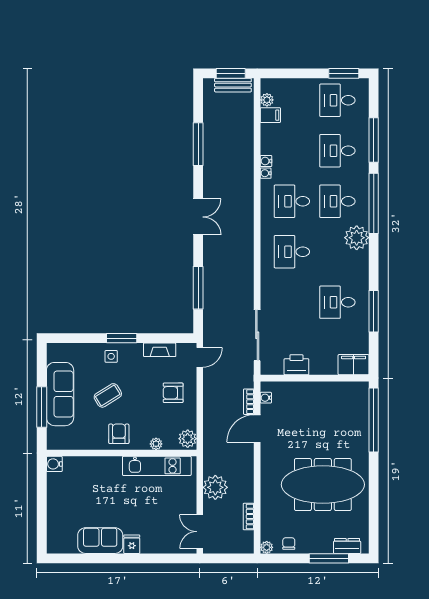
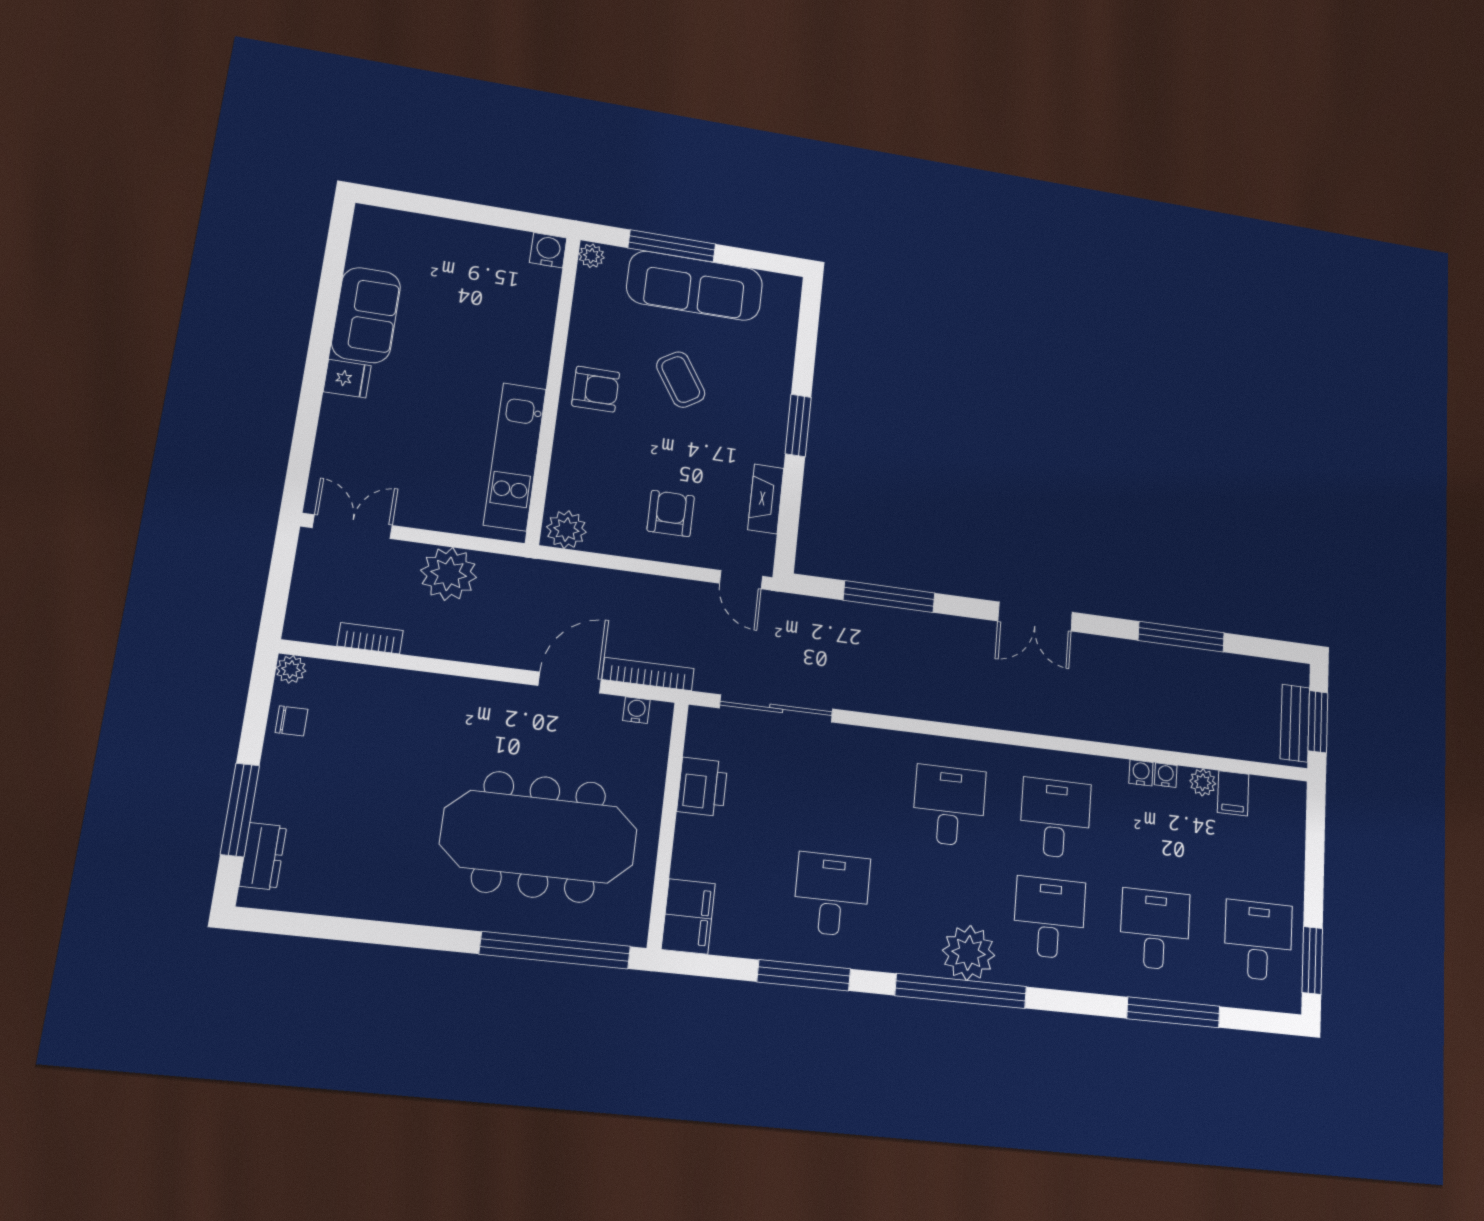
plant: (267, 100) -> (1203, 782), moved
water cooler: (266, 173) -> (1166, 775), moved
window: (374, 203) -> (961, 991), moved
side table: (111, 356) -> (762, 399), removed
bookcase: (249, 402) -> (648, 674), width x1.56
door: (257, 428) -> (570, 683), hinge flipped
plant: (156, 444) -> (591, 256), moved
meeting table: (323, 485) -> (539, 837), moved, turned 90

